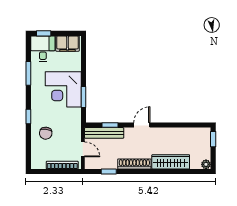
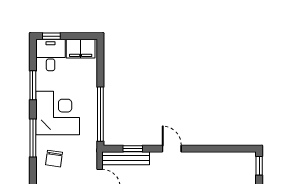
corner desk: (63, 89) -> (58, 113), moved, turned 180
window: (83, 97) -> (100, 114), width x2.11
window: (28, 117) -> (33, 138), width x2.17
door: (142, 125) -> (172, 149), hinge flipped

